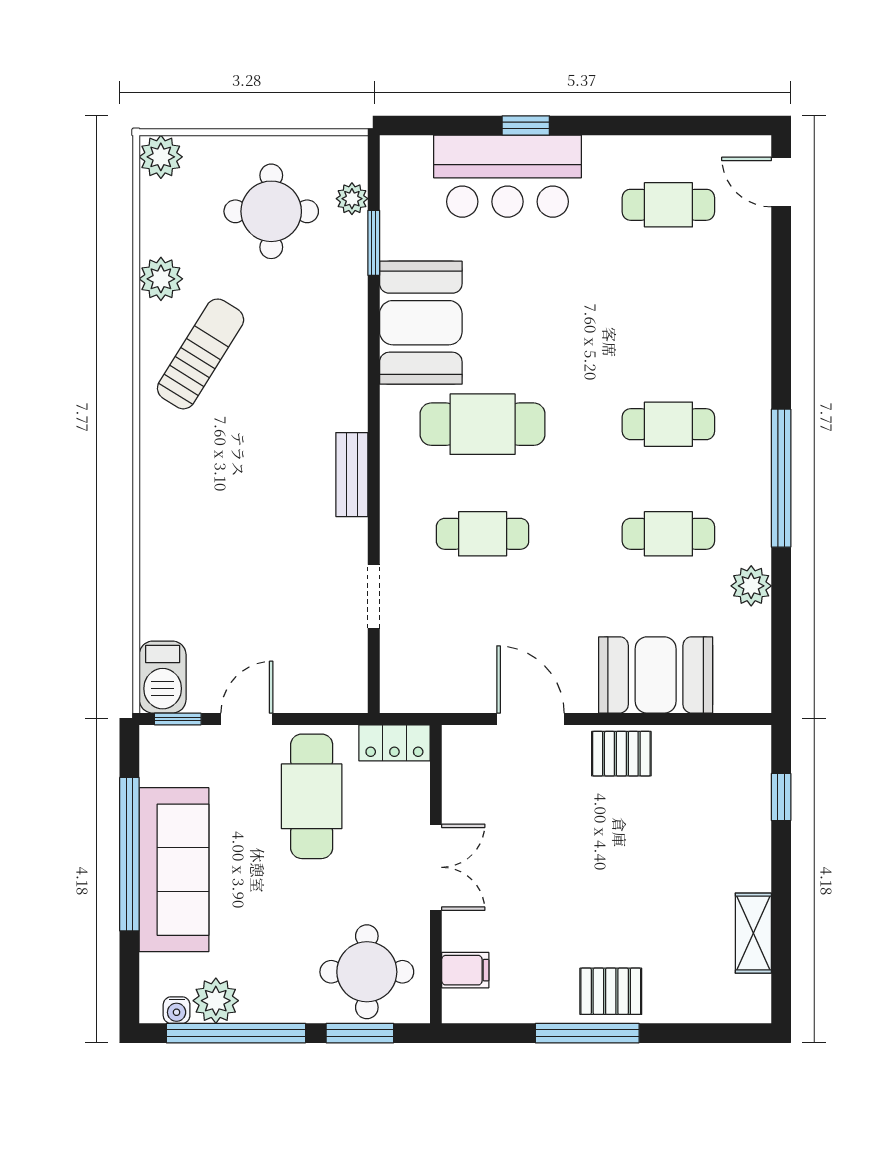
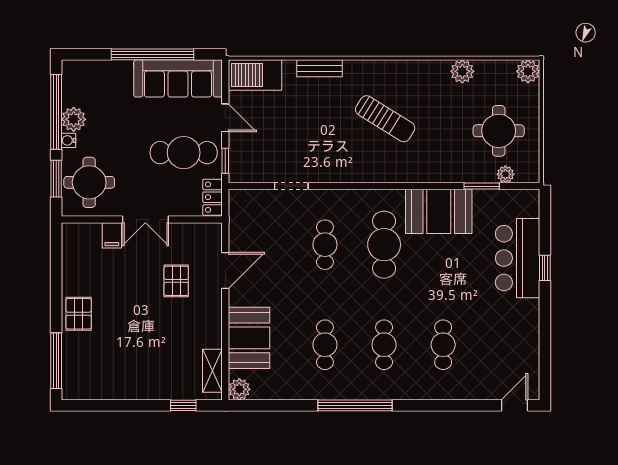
cafe table: (668, 205) -> (443, 345), moved
sun lounger: (201, 354) -> (385, 119), moved
bench: (352, 475) -> (319, 68), moved
plant: (751, 586) -> (239, 389), moved
barbecue: (163, 677) -> (255, 75), width x1.37, depth x1.21
window: (178, 719) -> (225, 161), moved
pallet: (621, 754) -> (176, 281), moved
sofa: (174, 870) -> (178, 78), moved
shelving: (753, 933) -> (212, 371), moved, turned 90
filing cabinet: (465, 970) -> (112, 235), moved
plant: (216, 1001) -> (74, 119), moved
water cooler: (177, 1010) -> (68, 140), moved
window: (587, 1033) -> (56, 361), moved

